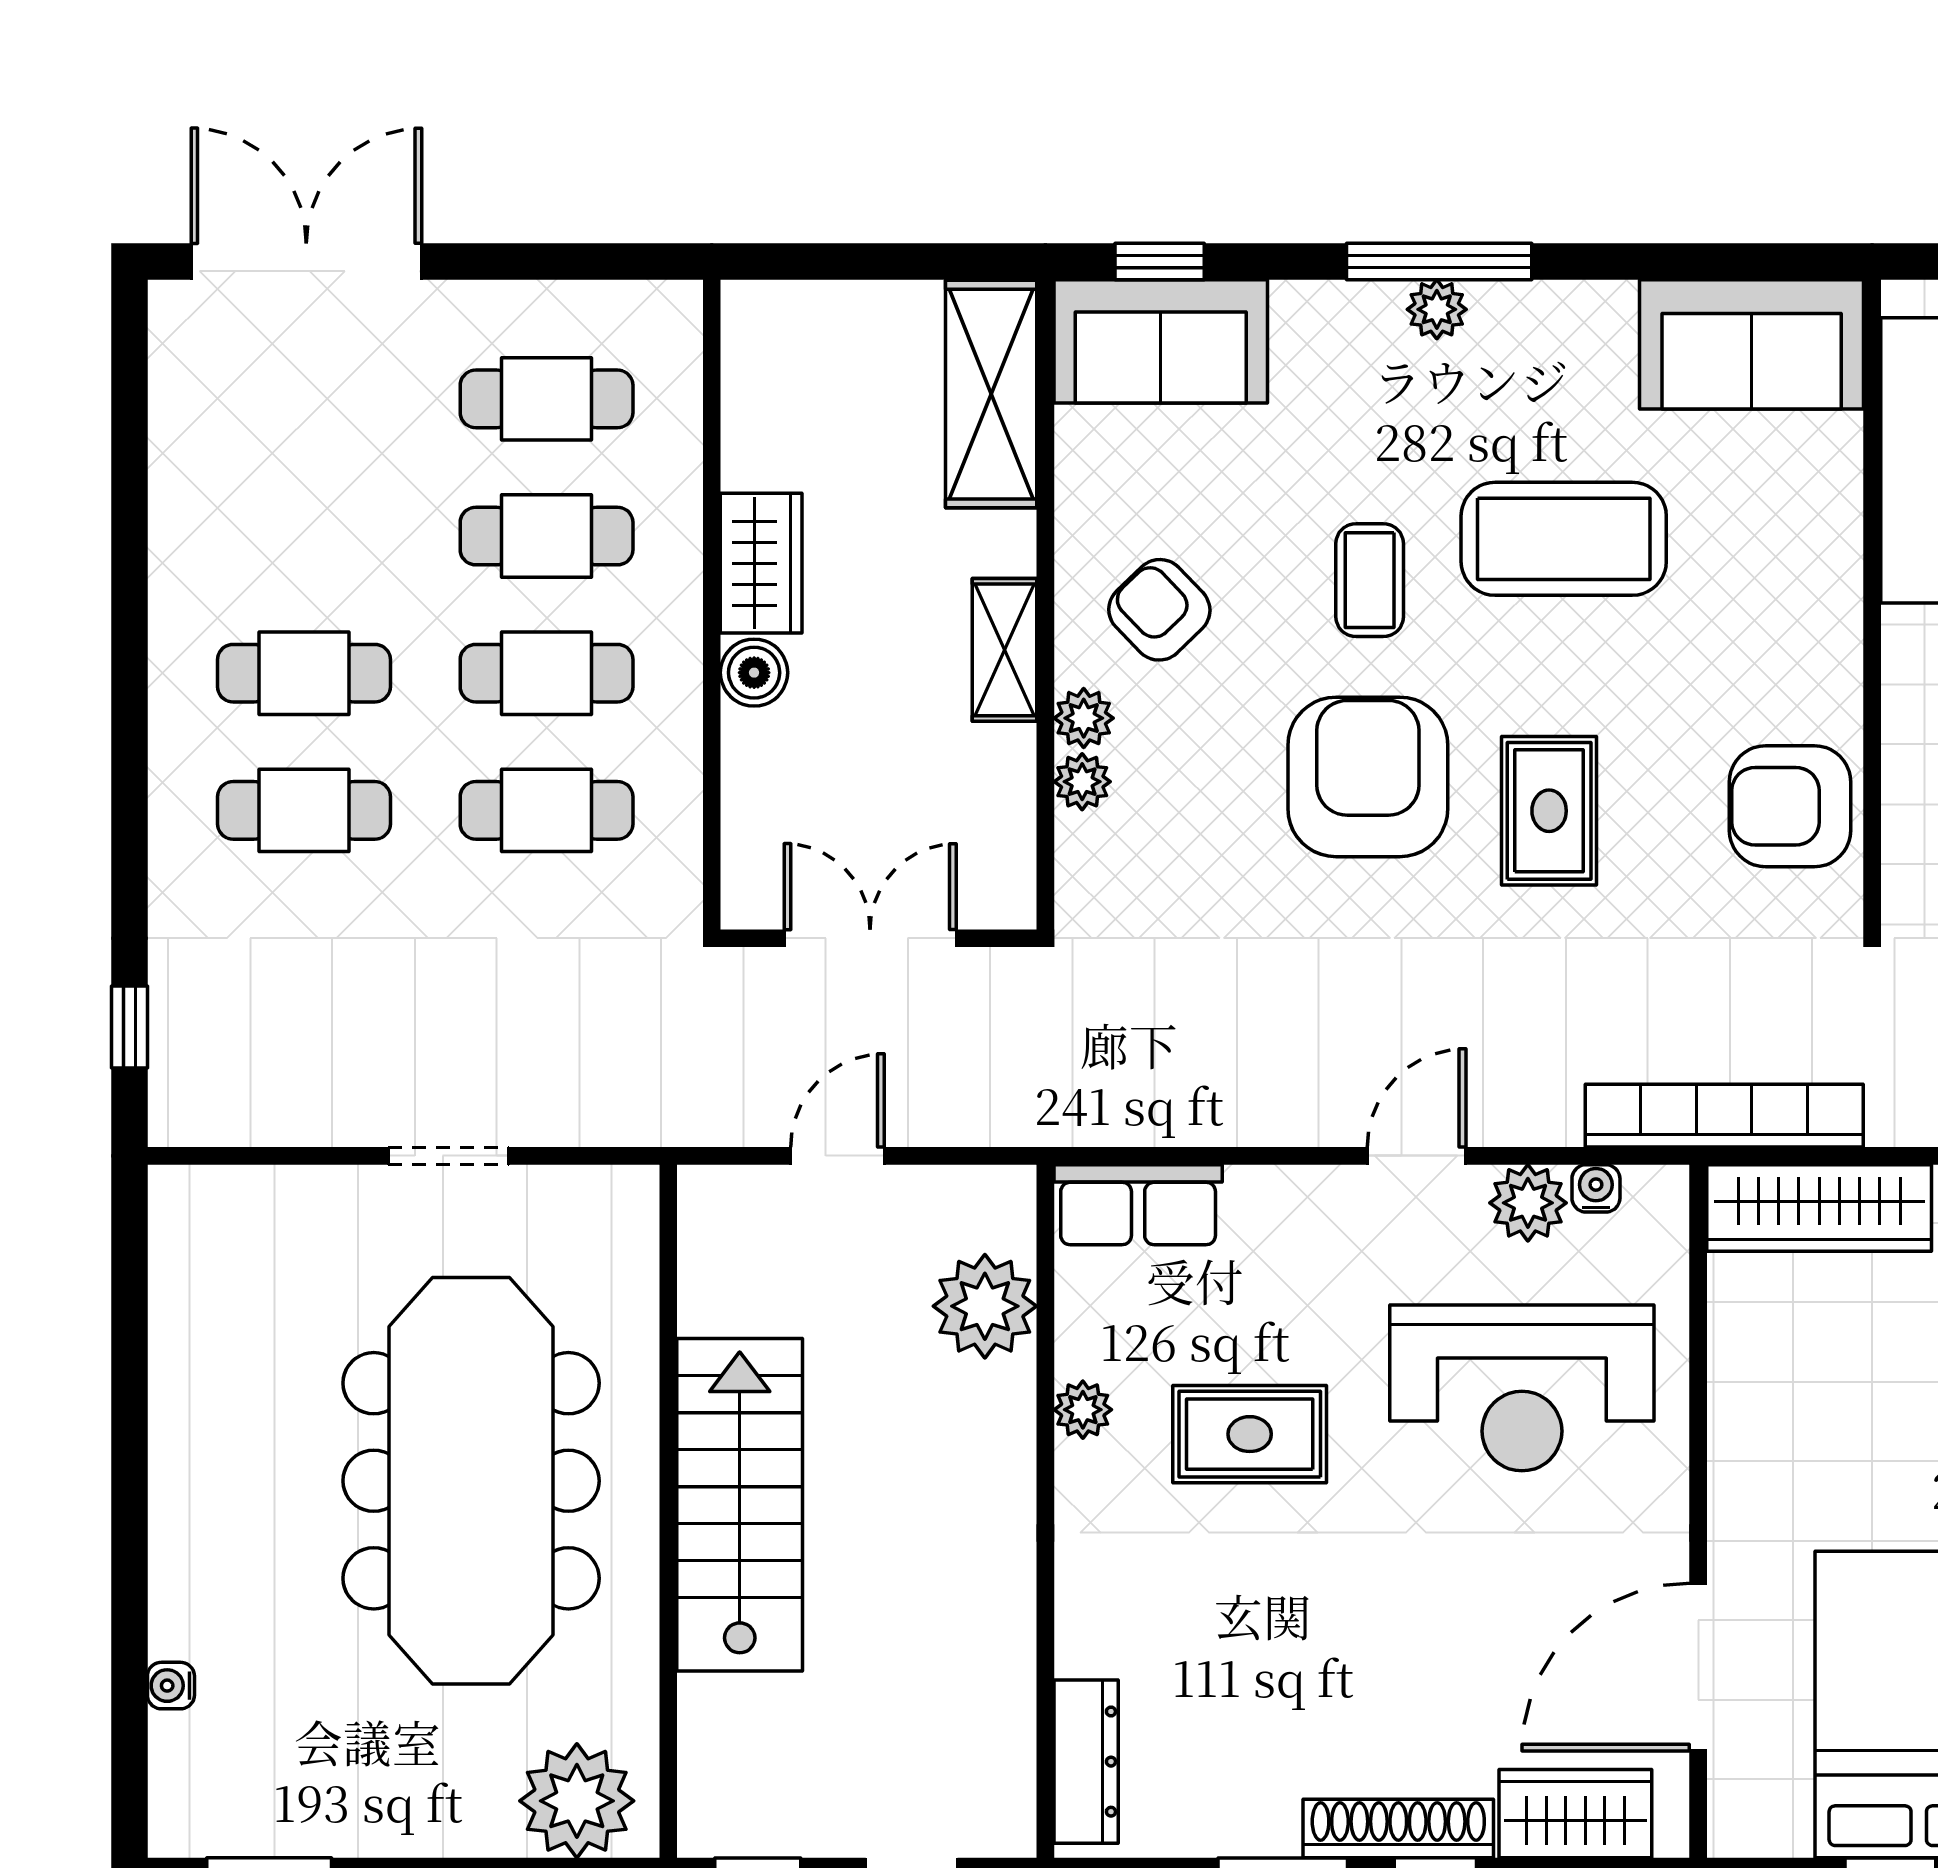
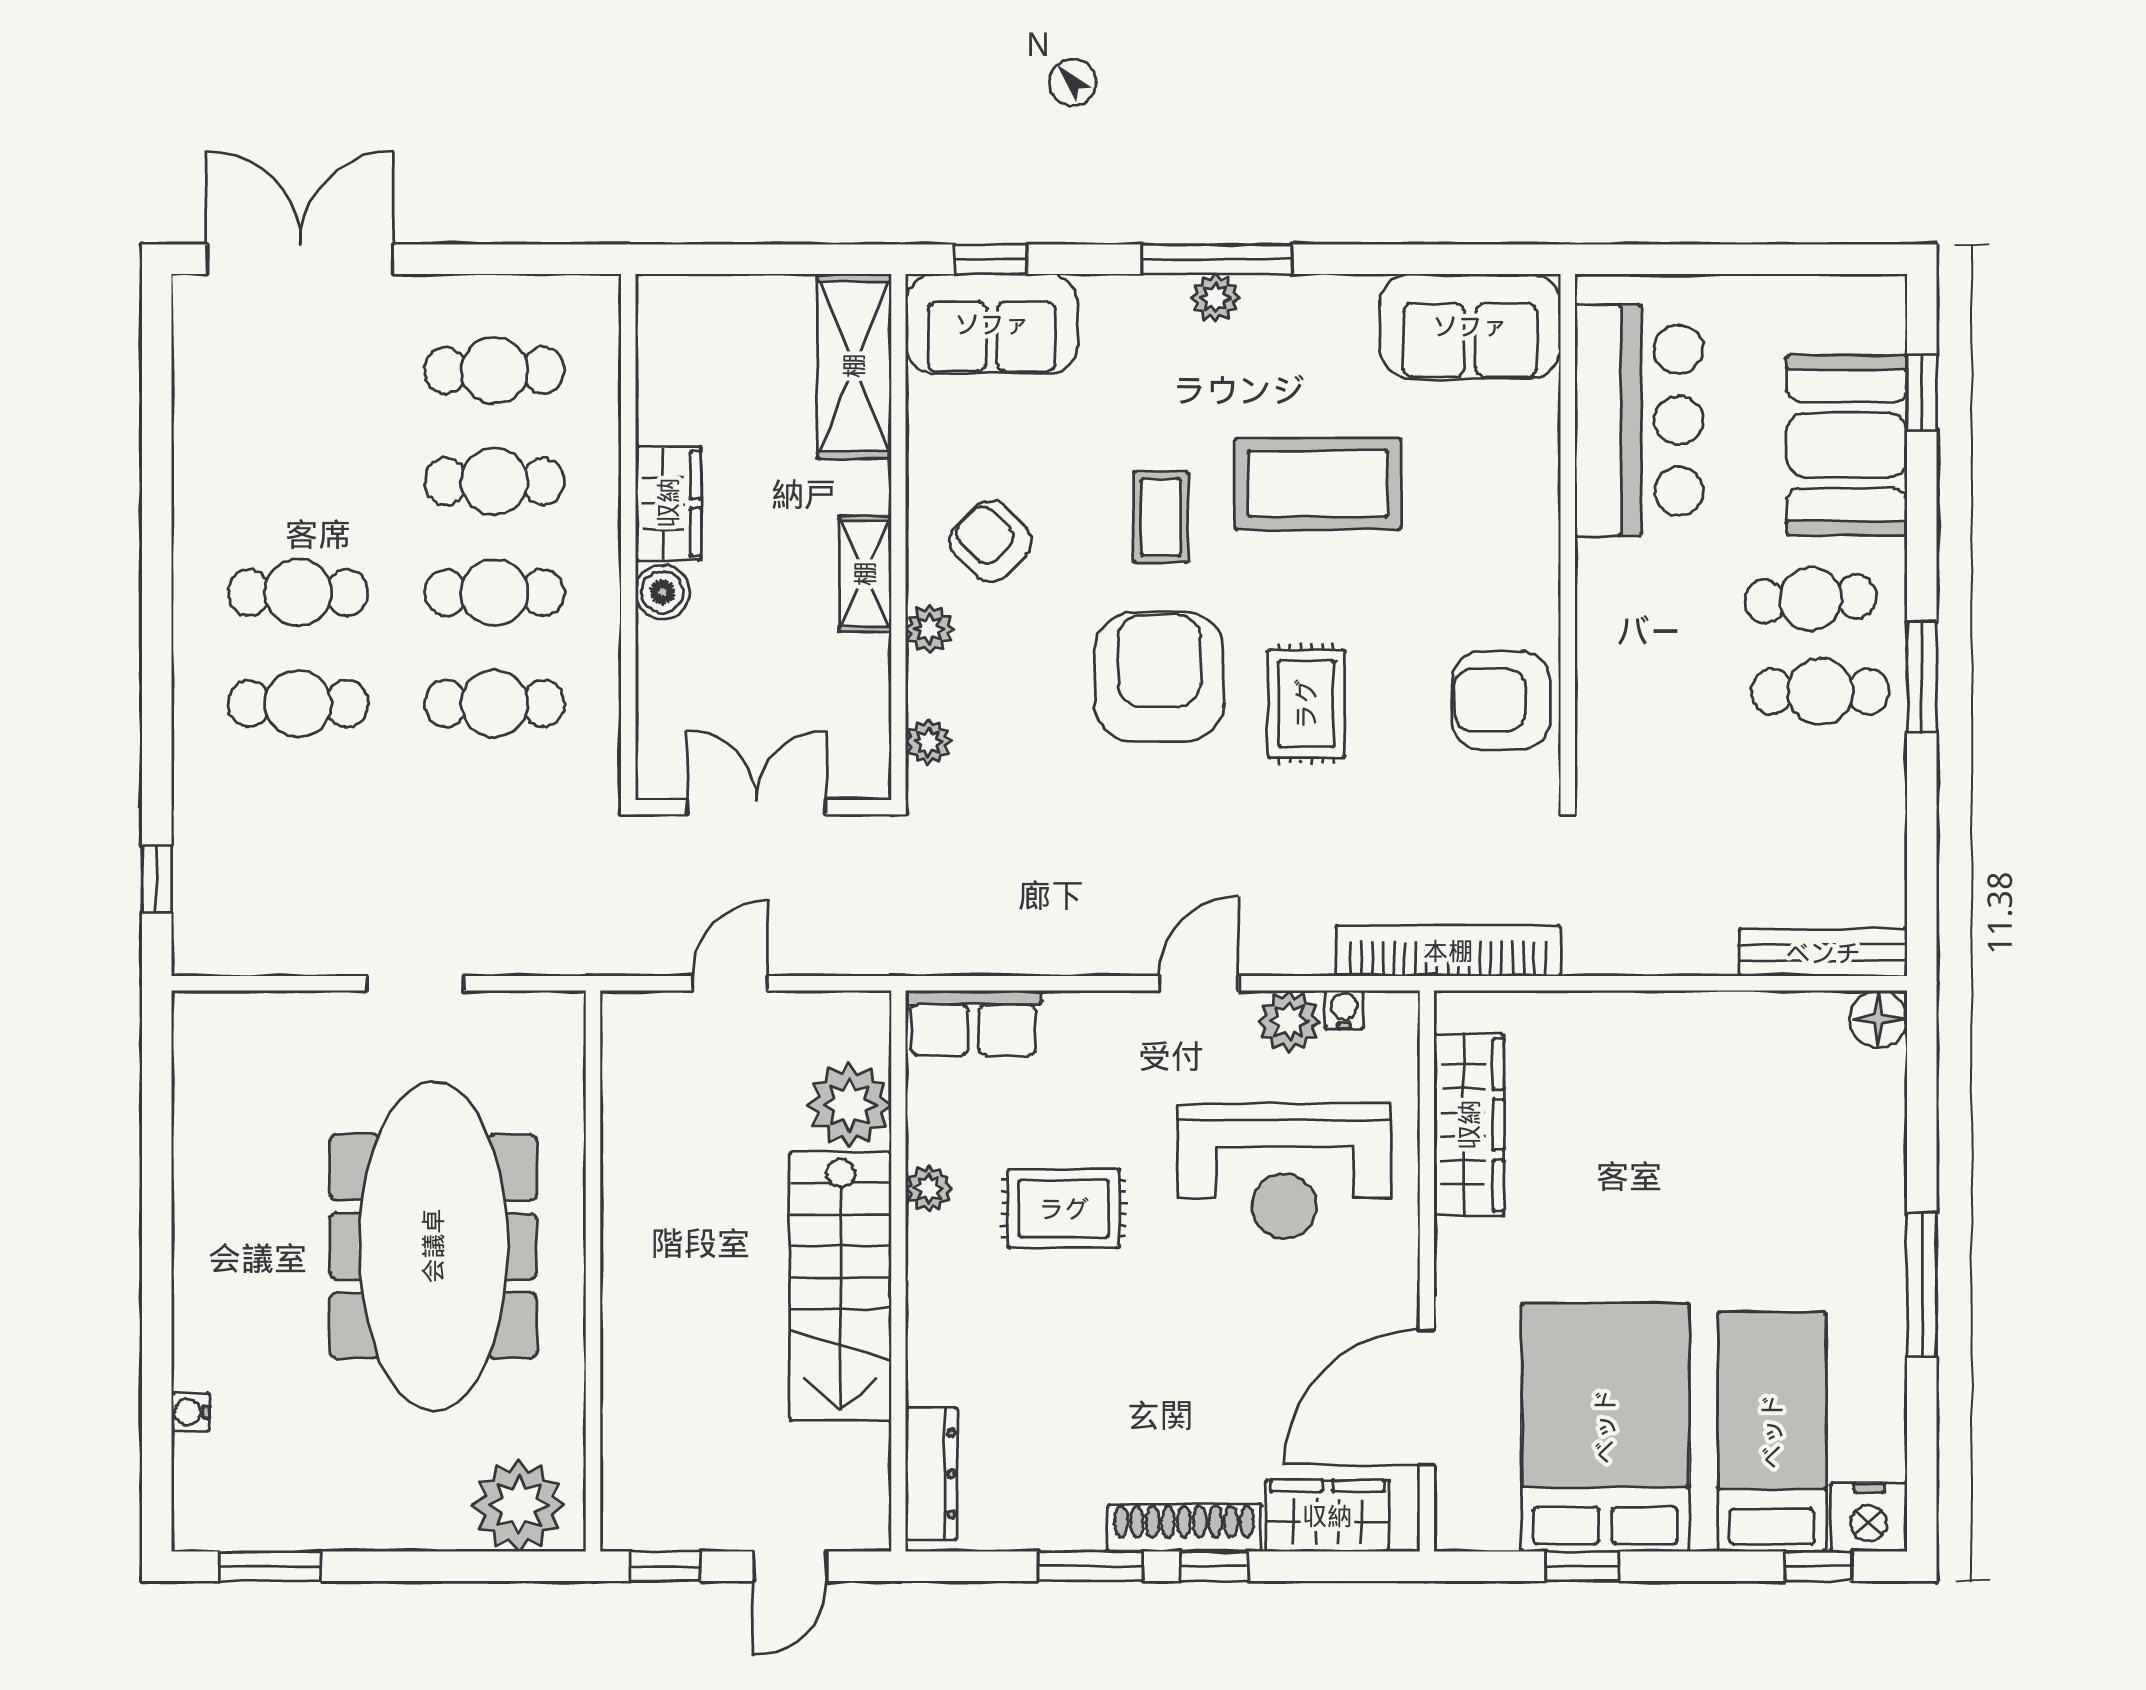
plant: (1082, 782) -> (928, 742), moved
wardrobe: (1819, 1208) -> (1469, 1125), moved, turned -90
stairs: (740, 1505) -> (840, 1286), moved, turned 180

